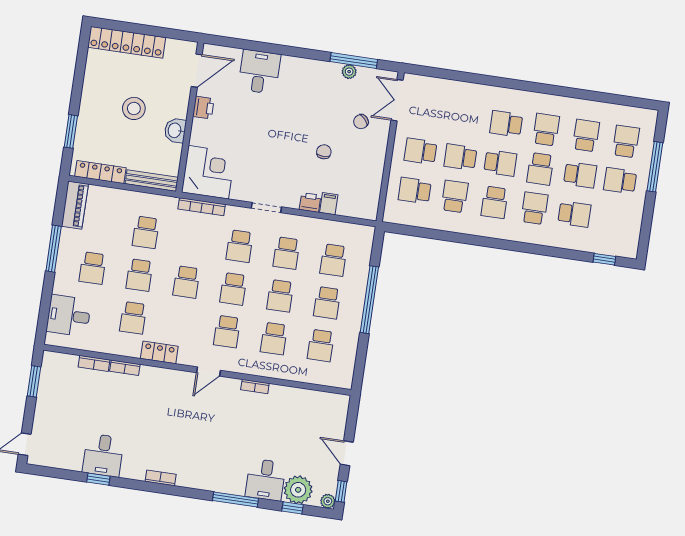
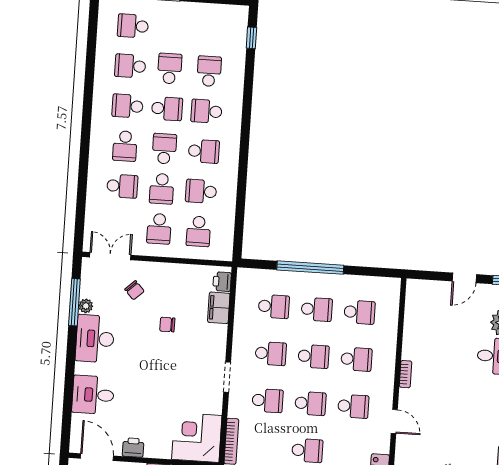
desk: (316, 78) -> (95, 339), added
double door: (397, 100) -> (110, 256), swing flipped
school desk: (620, 181) -> (122, 186), moved, turned -90
printer: (310, 202) -> (222, 282), moved
filing cabinet: (329, 204) -> (219, 308), width x2.00

